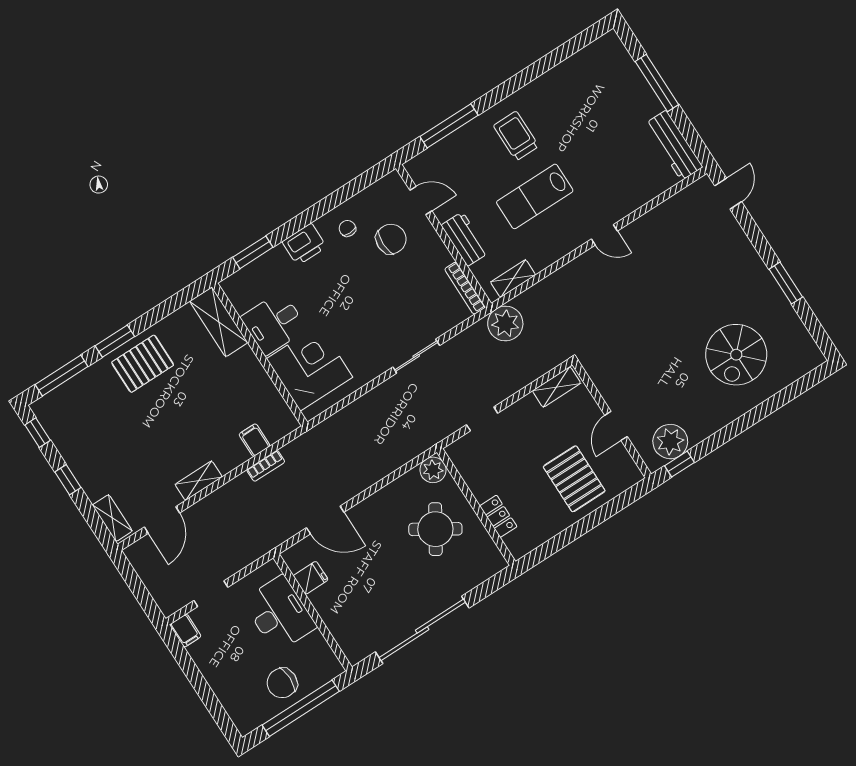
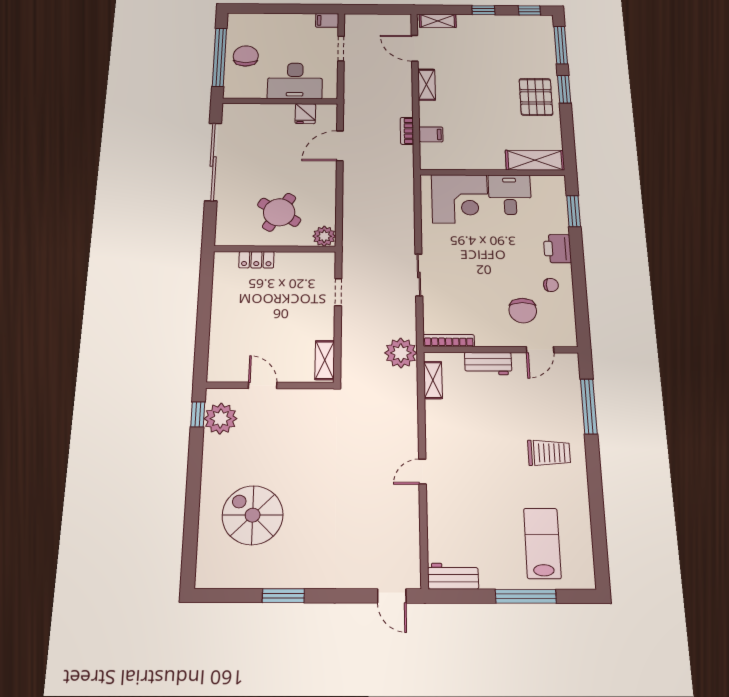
workbench: (674, 145) -> (453, 576), width x0.73
lab bench: (535, 196) -> (542, 543), moved
pallet: (574, 479) -> (245, 330), removed

